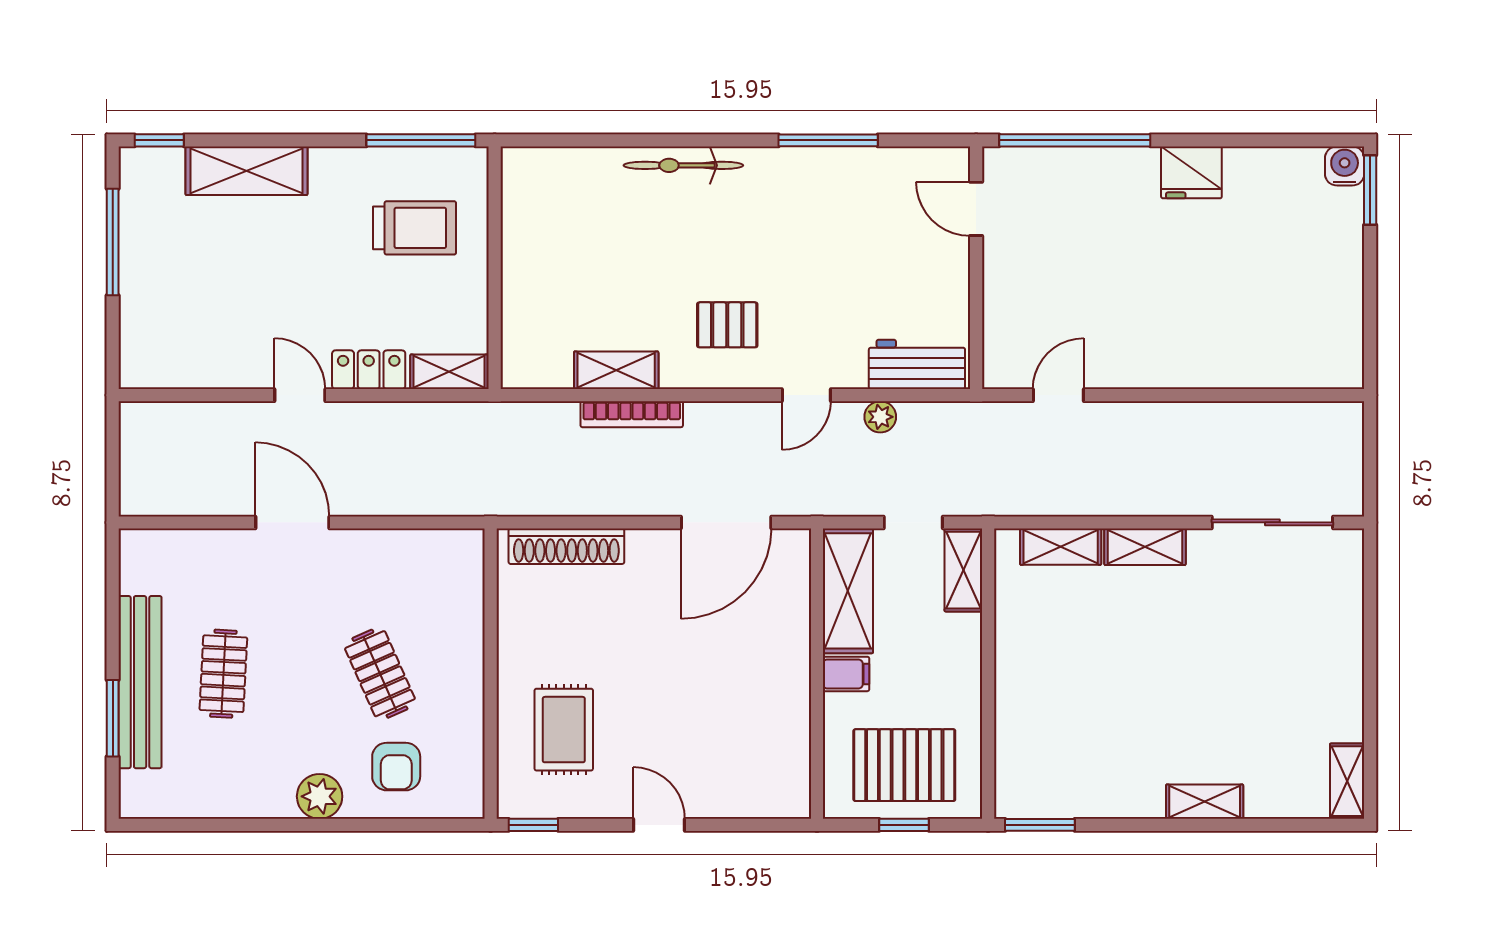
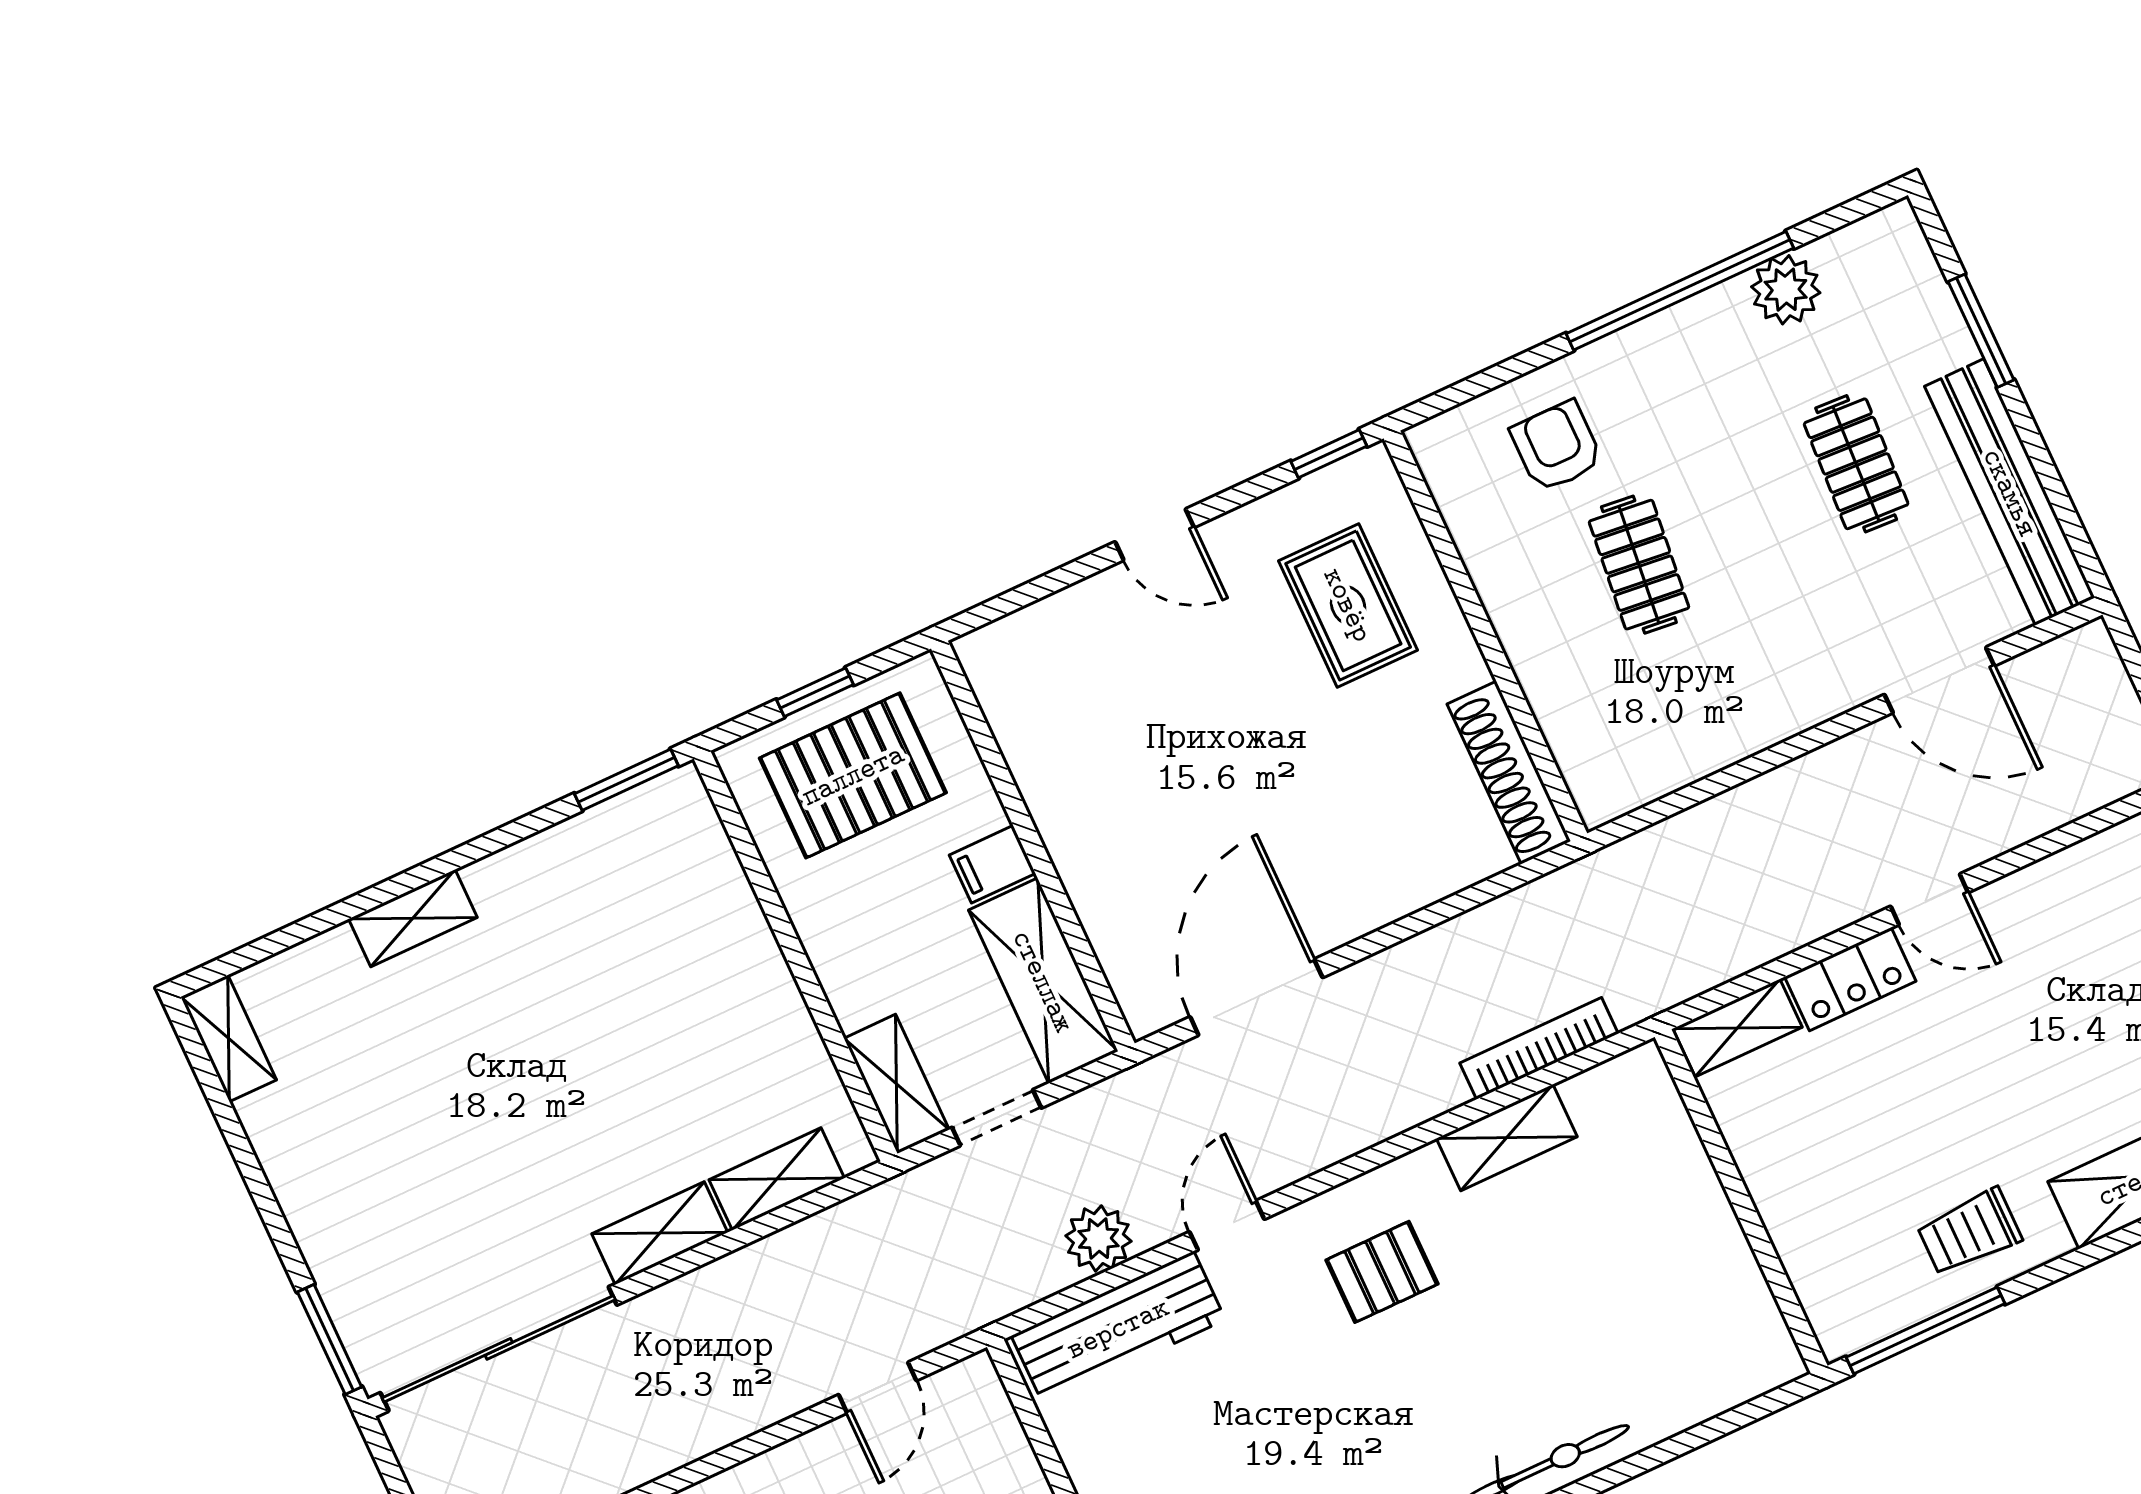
trolley: (414, 228) -> (1969, 1232), moved, width x0.73, depth x0.72
workbench: (917, 364) -> (1118, 1328), width x1.38
bookcase: (632, 414) -> (1539, 1048), moved
plant: (880, 417) -> (1098, 1239), width x1.38, depth x1.38
door: (292, 522) -> (1939, 680), moved
sliding door: (1272, 522) -> (499, 1349), width x1.36
shoe rack: (566, 546) -> (1509, 773), moved, turned -90
window: (1370, 575) -> (330, 1339), added
clothes rail: (380, 674) -> (1639, 565), turned 30
bench: (140, 682) -> (2010, 492), moved
plant: (320, 796) -> (1786, 290), moved
window: (280, 825) -> (1680, 291), added

